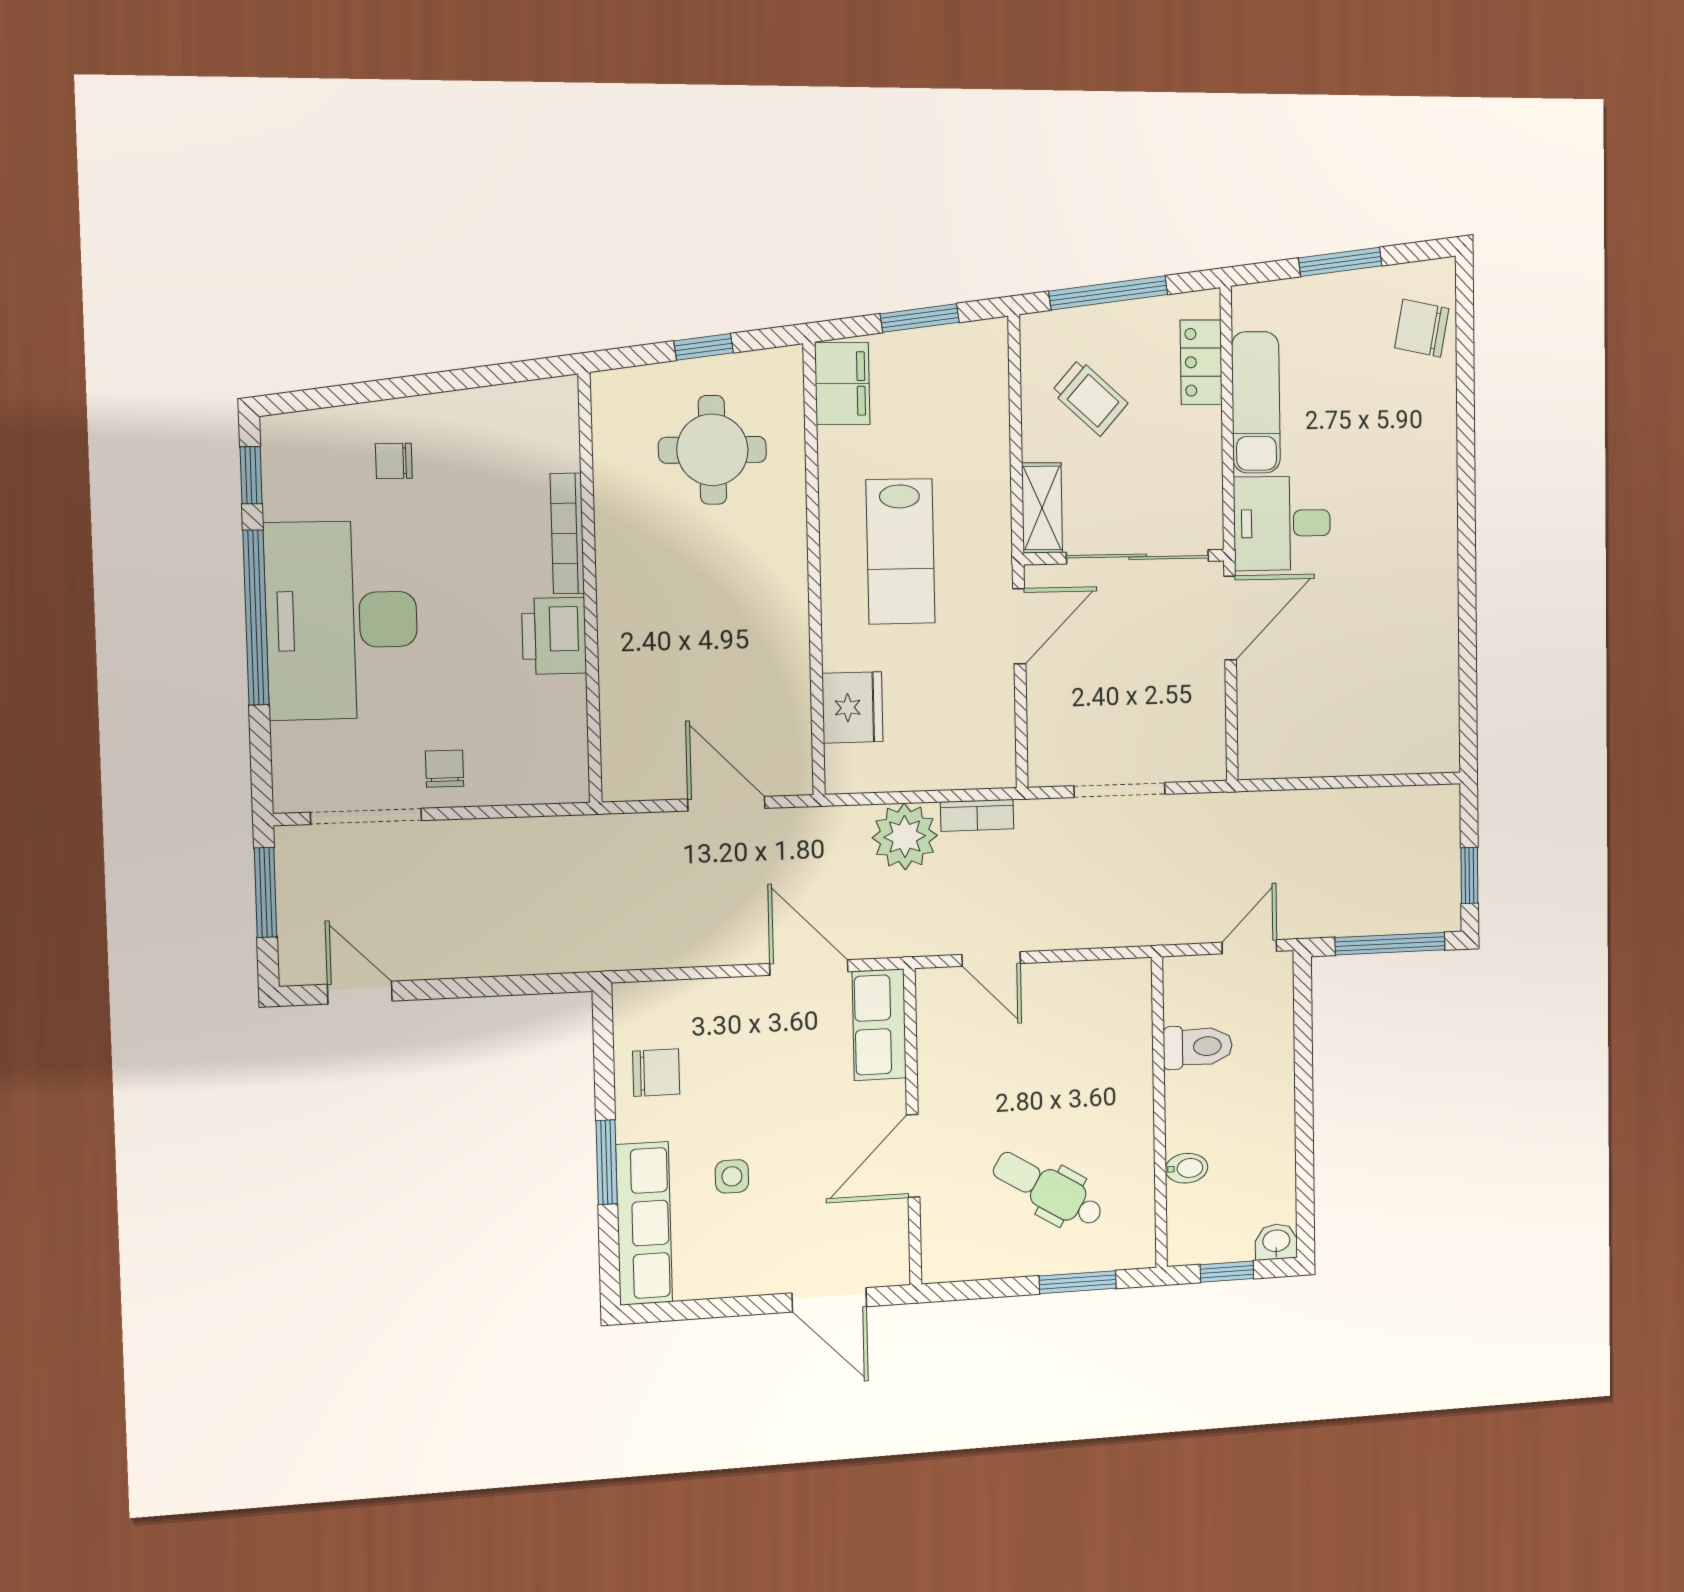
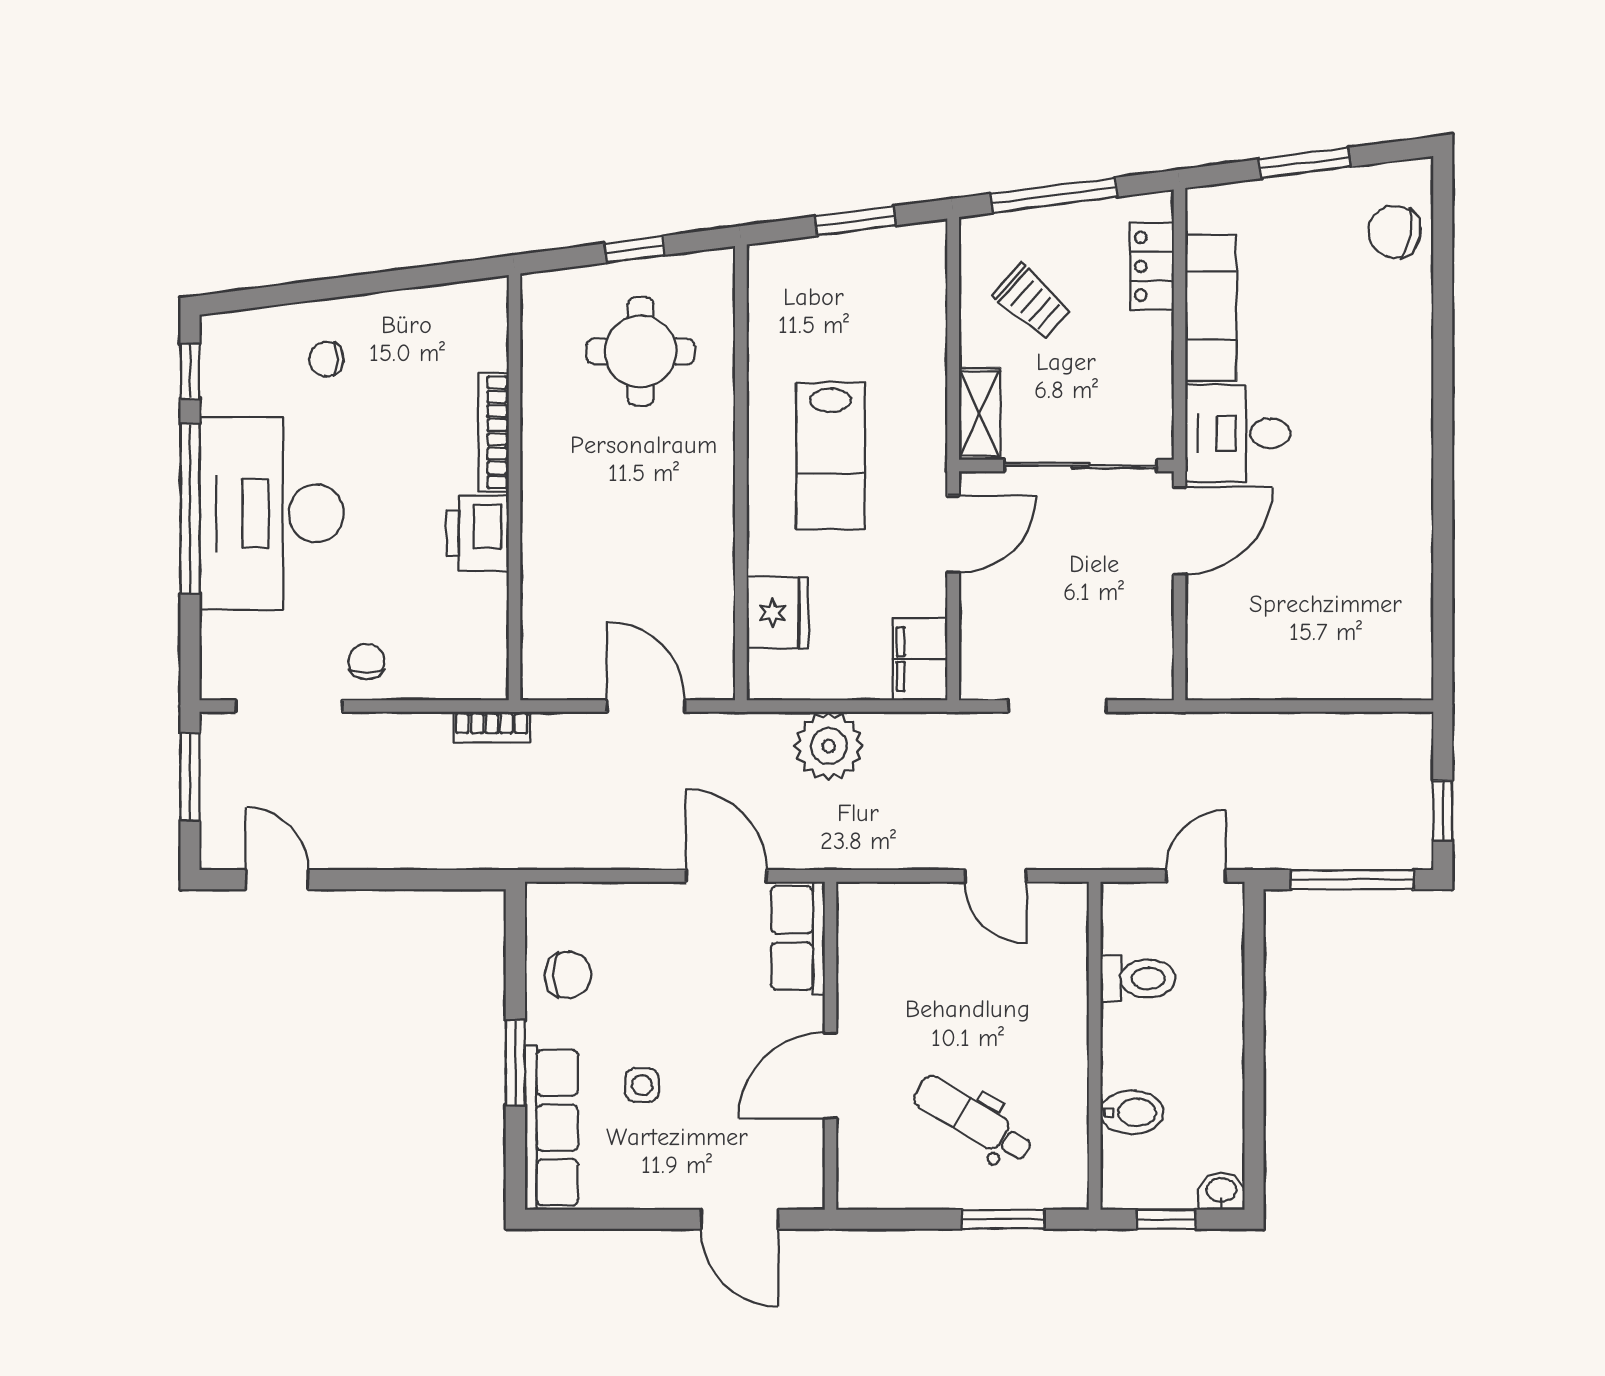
filing cabinet: (842, 384) -> (920, 659), moved, turned 180
bookcase: (977, 815) -> (492, 727), moved
door: (991, 959) -> (996, 876), moved
bidet: (1187, 1168) -> (1132, 1112), width x1.38, depth x1.36

